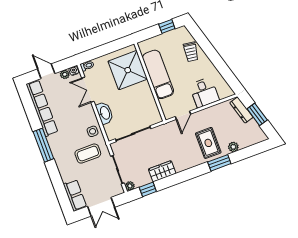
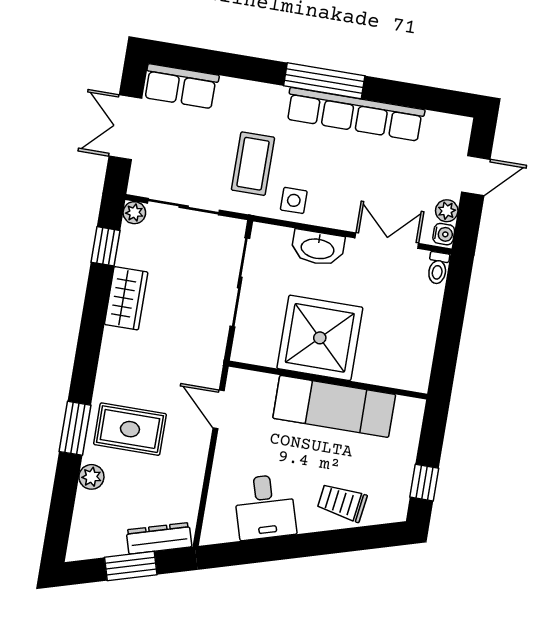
shower: (128, 70) -> (320, 338), moved
desk: (204, 92) -> (265, 507), moved, turned -106
row of seats: (42, 108) -> (355, 114), moved

